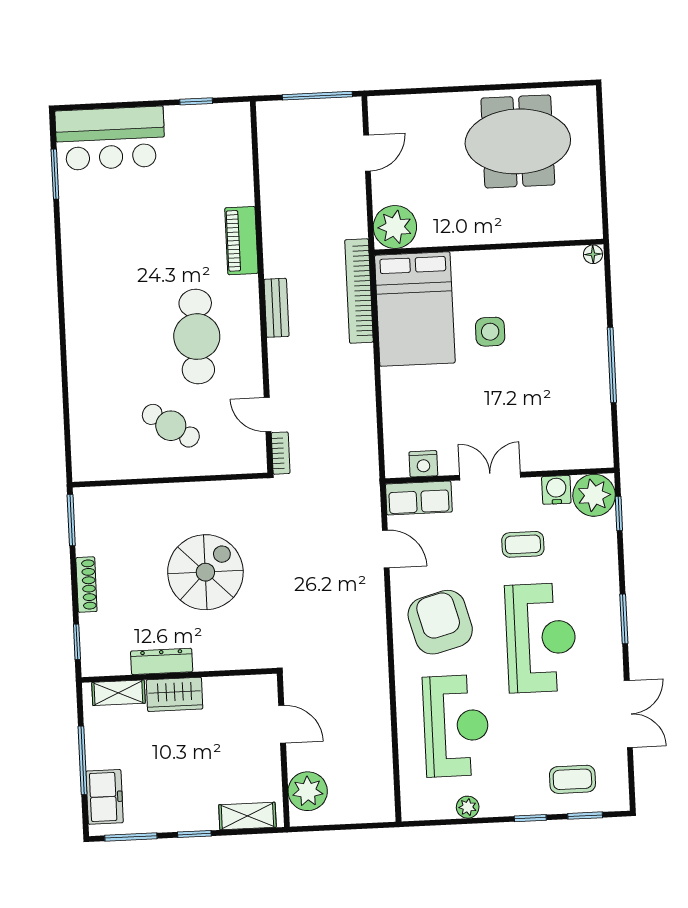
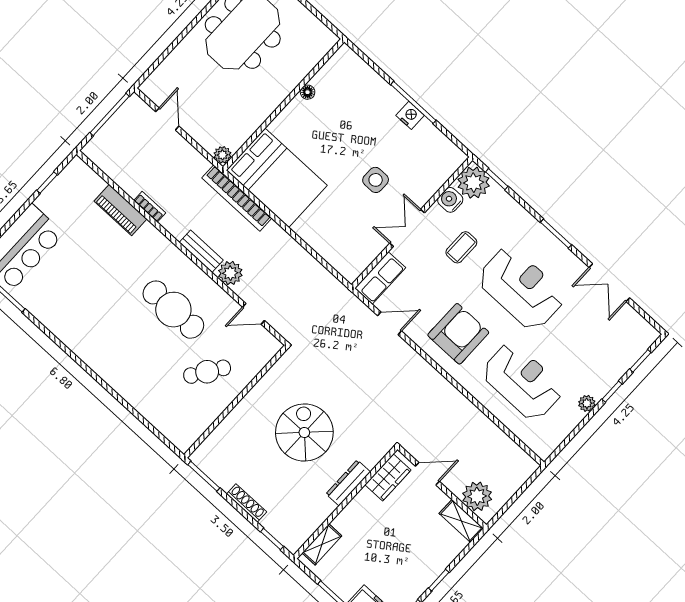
plant: (395, 227) -> (222, 155), width x0.53, depth x0.53
piano: (241, 241) -> (120, 210), moved
floor lamp: (593, 254) -> (308, 92), moved
side table: (490, 332) -> (376, 180), moved
plant: (284, 355) -> (230, 273), added
bookcase: (281, 453) -> (150, 207), moved
nightstand: (423, 464) -> (410, 115), moved, turned -90
armchair: (440, 622) -> (458, 334), turned 105
dresser: (162, 661) -> (348, 483), moved
wardrobe: (175, 694) -> (388, 477), moved
double door: (628, 714) -> (609, 283), swing flipped
coffee table: (572, 779) -> (614, 348), removed
plant: (468, 807) -> (587, 403), moved
shelving: (247, 816) -> (461, 521), moved, turned 90

